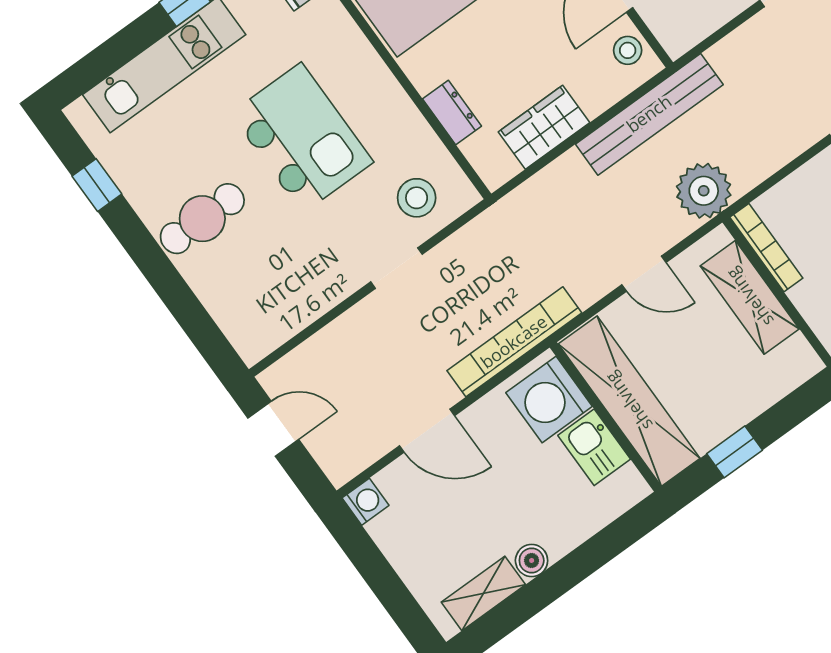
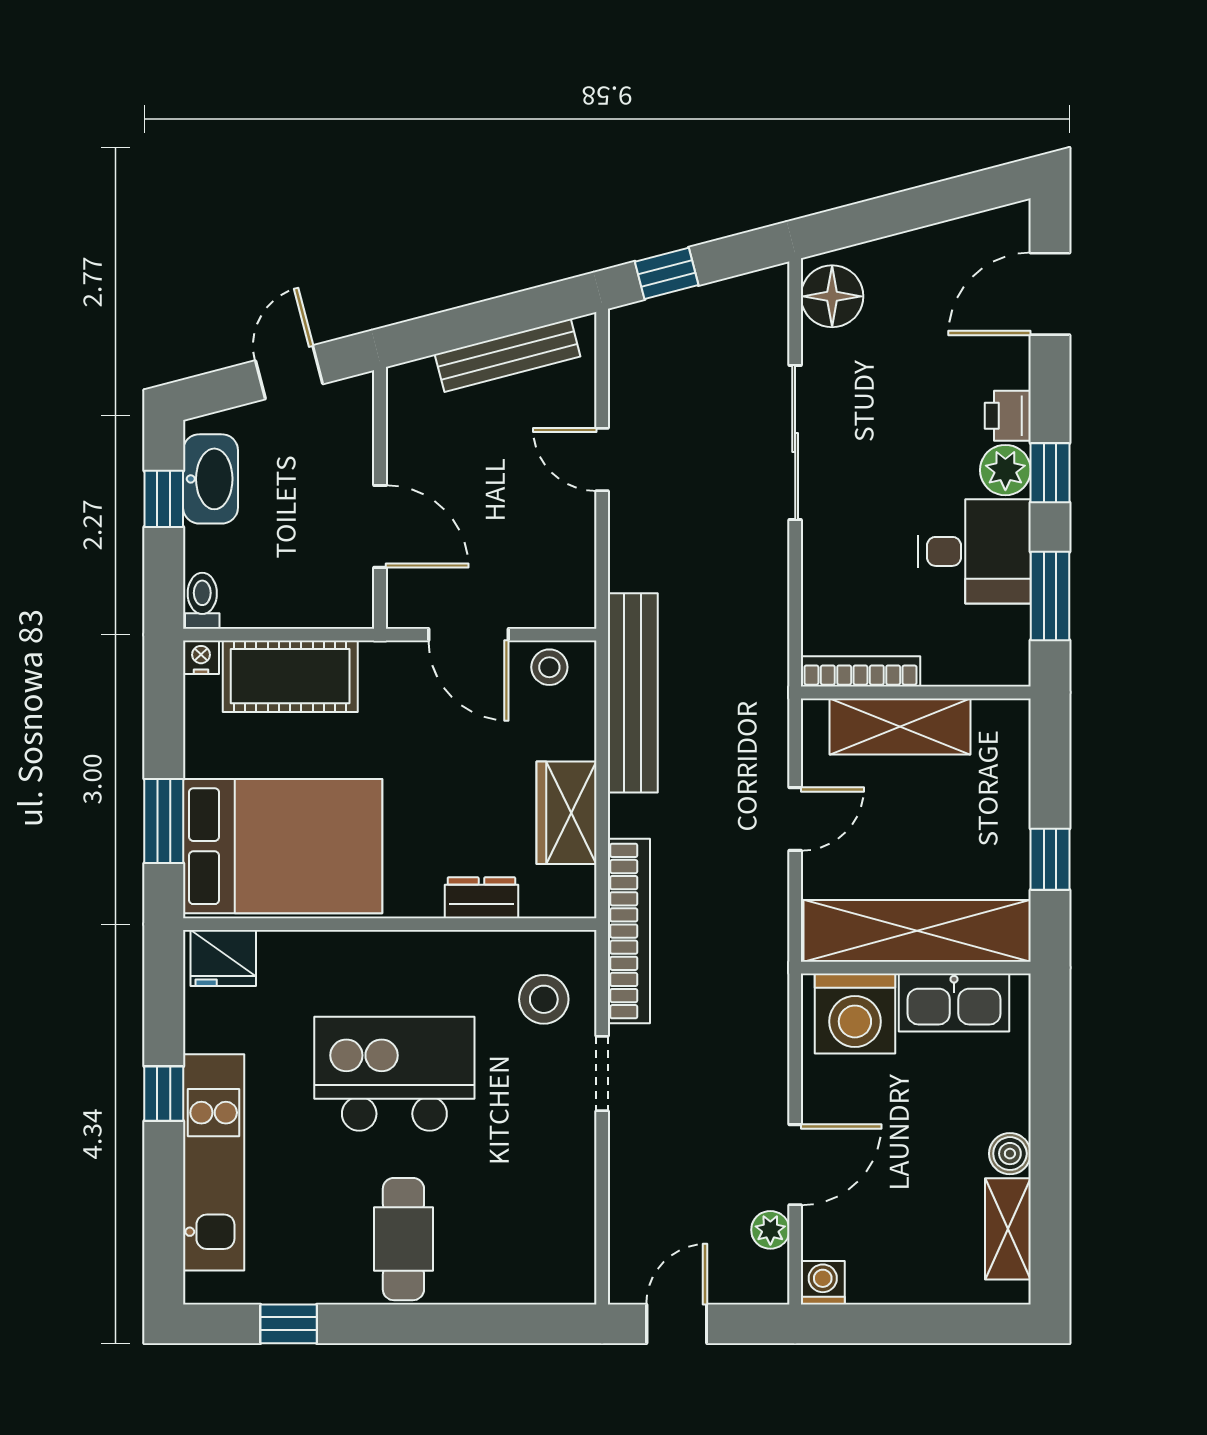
plant: (704, 191) -> (770, 1230), moved, width x0.53, depth x0.53
bookcase: (514, 342) -> (629, 931), moved, turned 180
kitchen sink: (594, 447) -> (954, 1002), width x1.38

